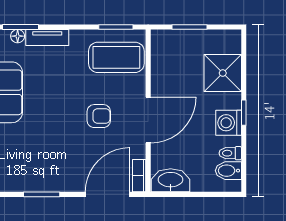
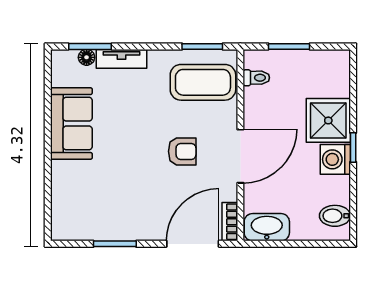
shower: (223, 73) -> (328, 120), moved
toilet: (230, 153) -> (256, 78), moved, turned 180

